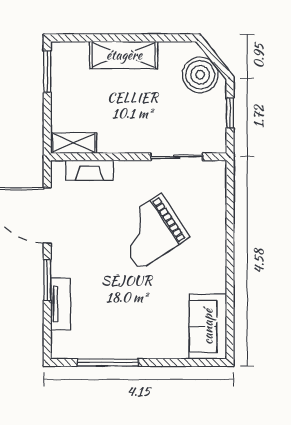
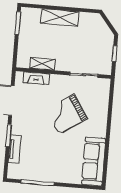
boiler: (200, 75) -> (100, 32), removed
shelving: (74, 143) -> (43, 64), moved
sofa: (208, 327) -> (94, 162), width x1.36

